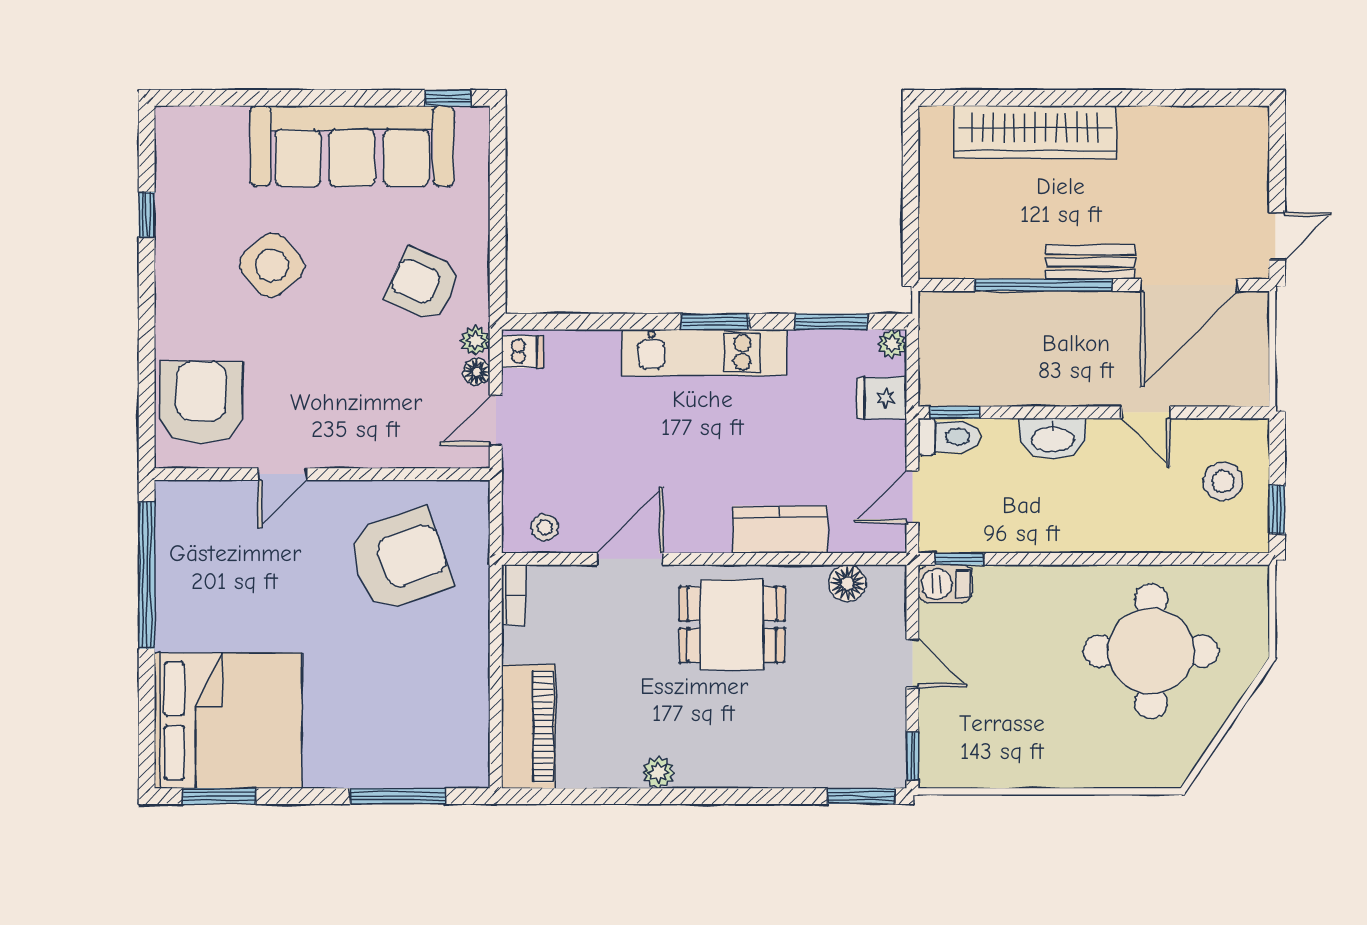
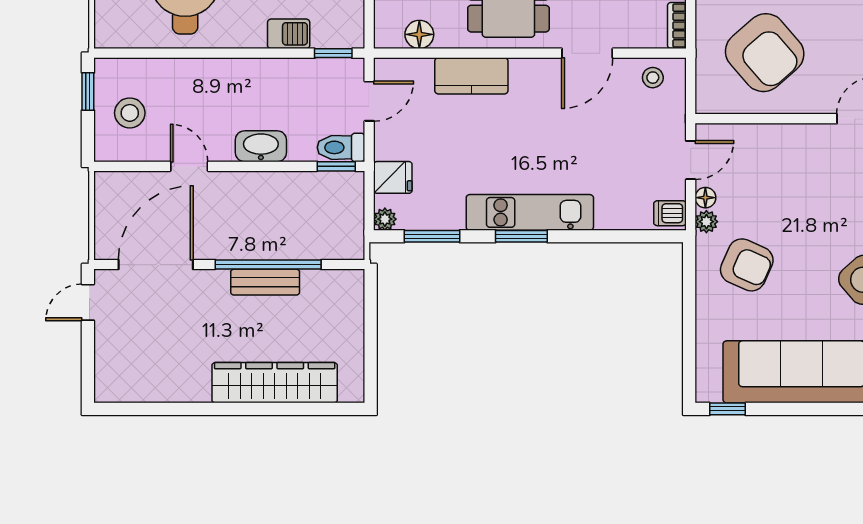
bench: (1090, 262) -> (265, 282), moved
armchair: (400, 560) -> (765, 53), turned -112
barbecue: (945, 584) -> (289, 34), moved

